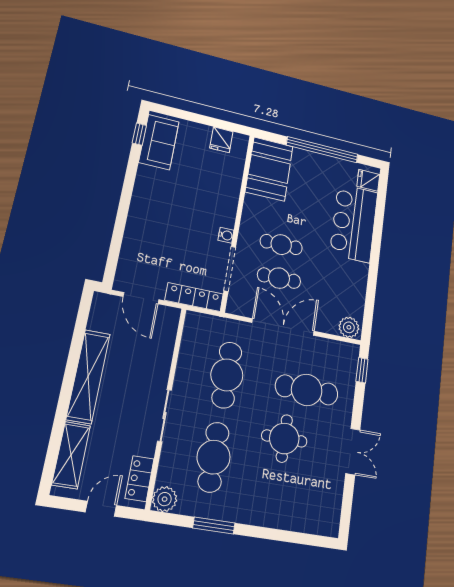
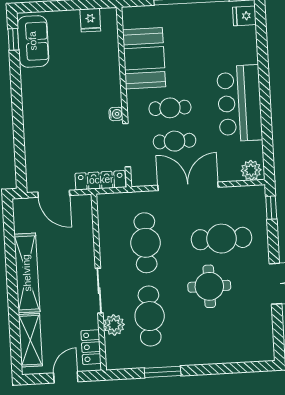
booth: (269, 169) -> (144, 58), moved
bar counter: (354, 223) -> (240, 103), moved
plant: (165, 499) -> (114, 325), moved

